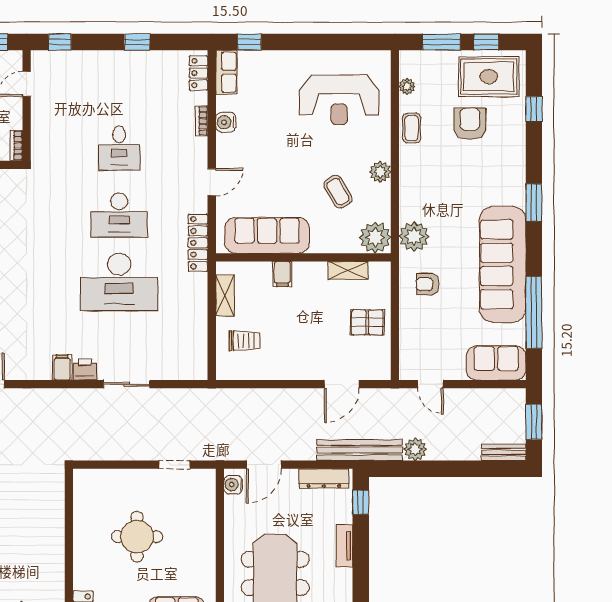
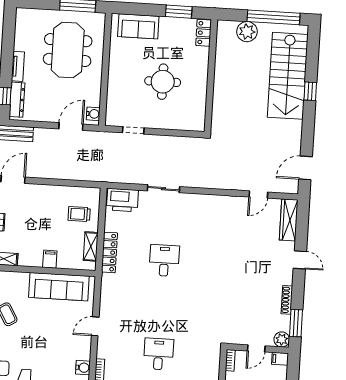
desk: (119, 215) -> (161, 307), removed
locker: (198, 243) -> (109, 252), moved
desk: (119, 282) -> (164, 260), width x0.53, depth x0.77
filing cabinet: (62, 367) -> (208, 203), removed
printer: (85, 370) -> (122, 200), moved, width x1.87, depth x1.48
dresser: (324, 478) -> (17, 100), moved, turned 90

